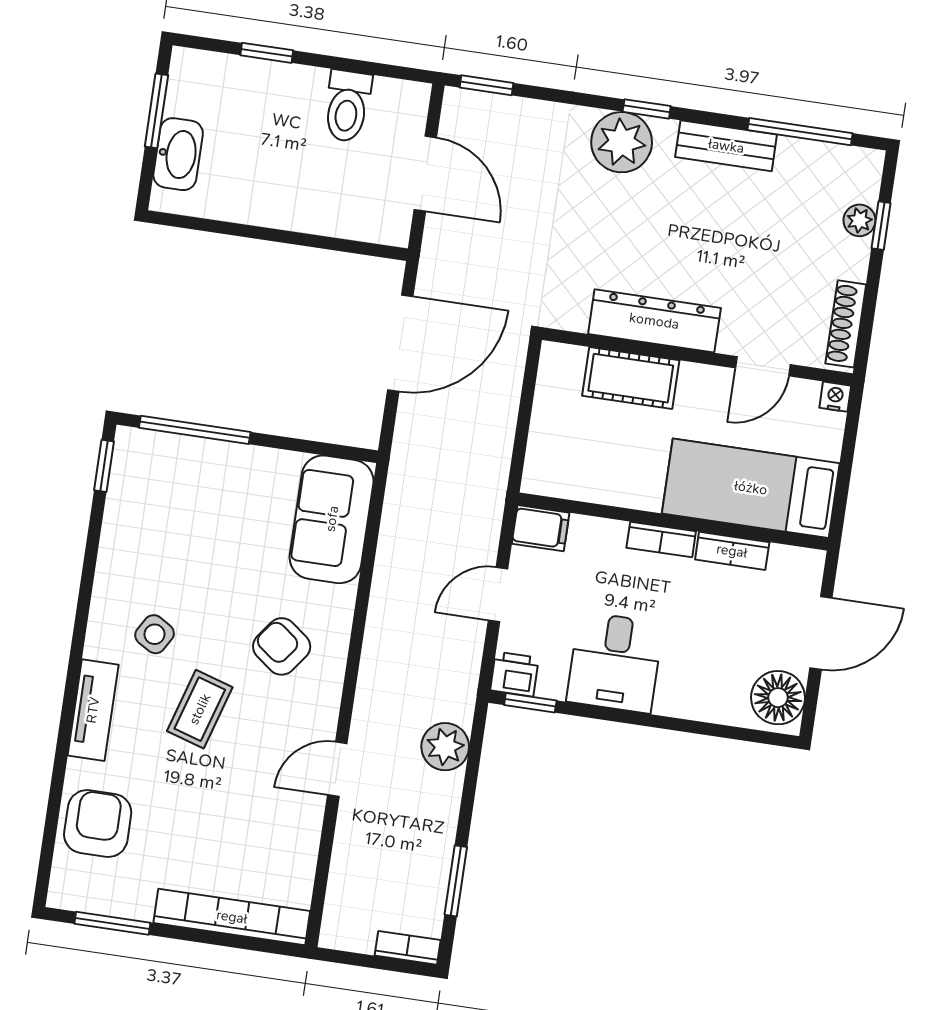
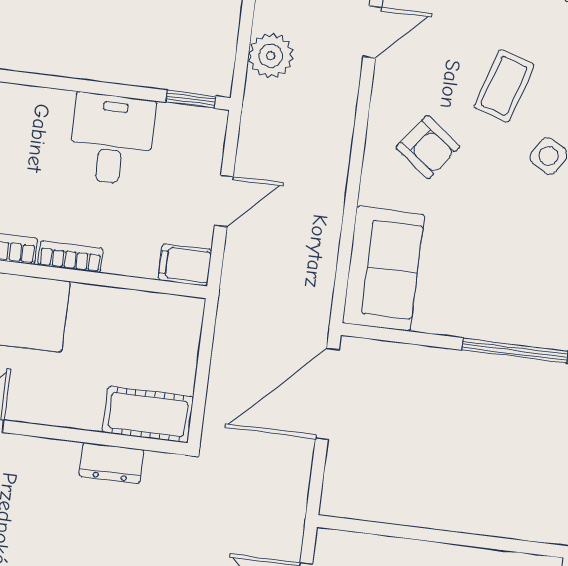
dresser: (654, 321) -> (111, 463), width x0.51, depth x0.80
door: (400, 343) -> (327, 394), moved
cot: (631, 378) -> (148, 415), moved
printer: (514, 674) -> (207, 126), removed

